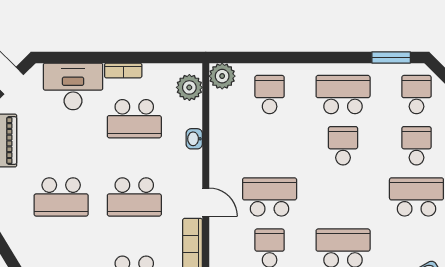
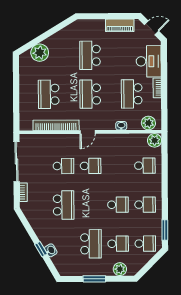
school desk: (343, 95) -> (145, 205), width x0.54
school desk: (270, 197) -> (91, 166), width x0.54

